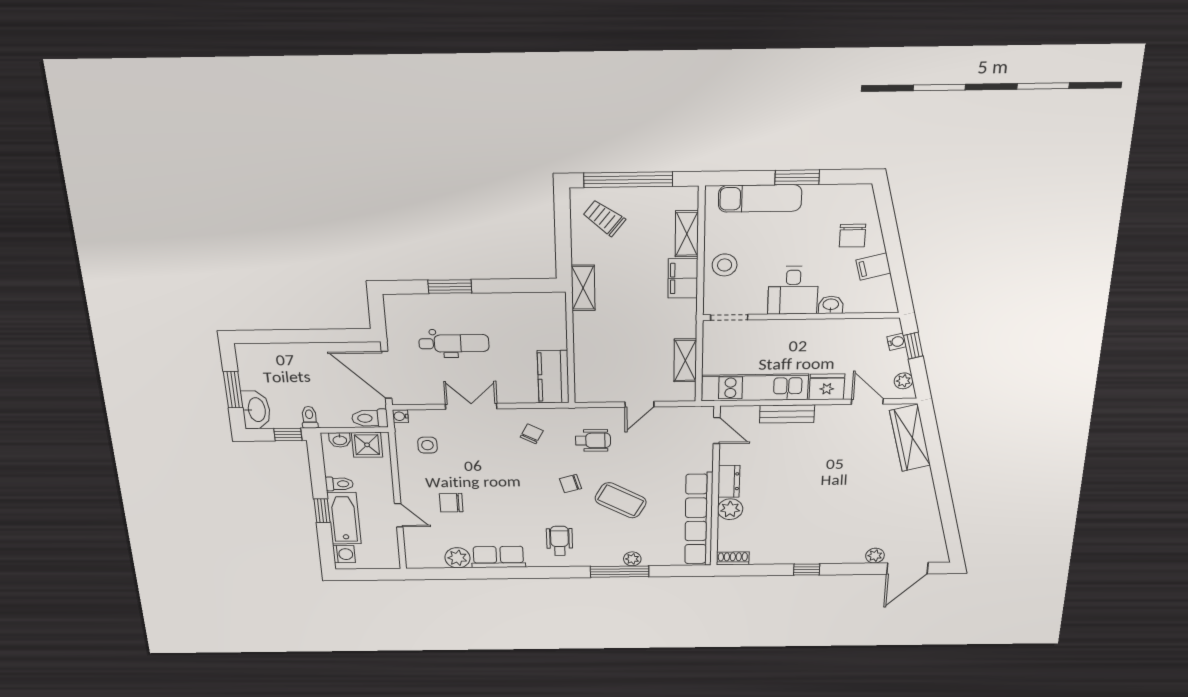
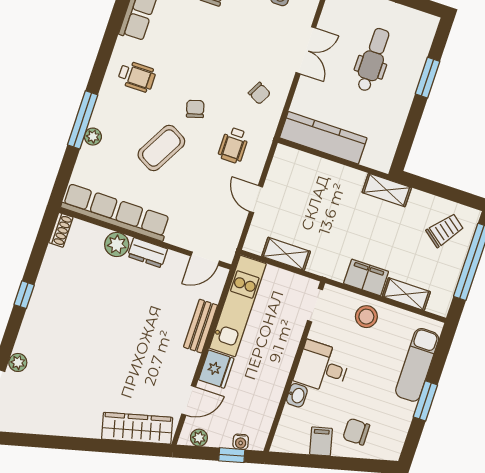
dental chair: (454, 343) -> (373, 60), turned 180
kitchen counter: (553, 377) -> (323, 138), width x1.50

